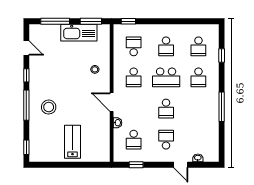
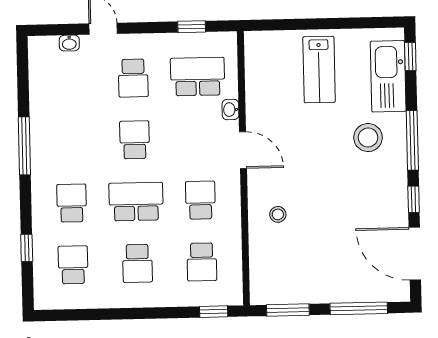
kitchen sink: (79, 33) -> (388, 76), moved, turned -90
school desk: (166, 46) -> (137, 263), turned 180
door: (26, 48) -> (415, 254), width x1.87
school desk: (134, 140) -> (198, 77), width x1.85

